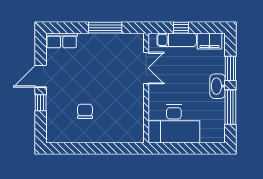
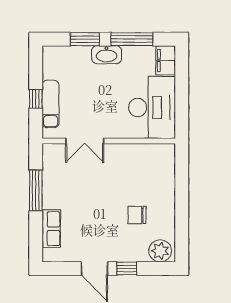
row of seats: (62, 40) -> (51, 229), moved
filing cabinet: (210, 41) -> (166, 60), moved, turned 180
double door: (146, 68) -> (85, 141), swing flipped
plant: (55, 131) -> (160, 251), added

